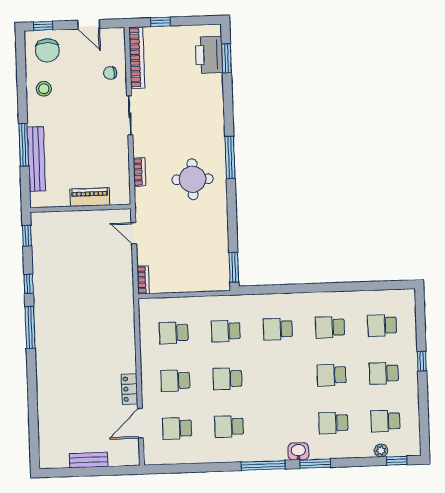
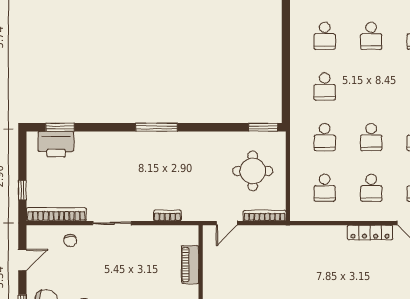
round table: (193, 179) -> (253, 171), moved
bookcase: (143, 280) -> (265, 216), width x1.56
locker: (130, 389) -> (370, 232), width x1.53

